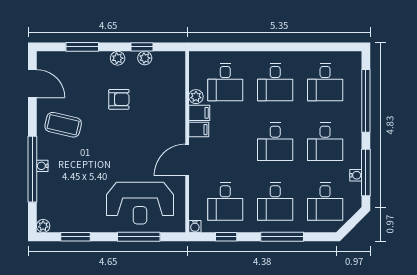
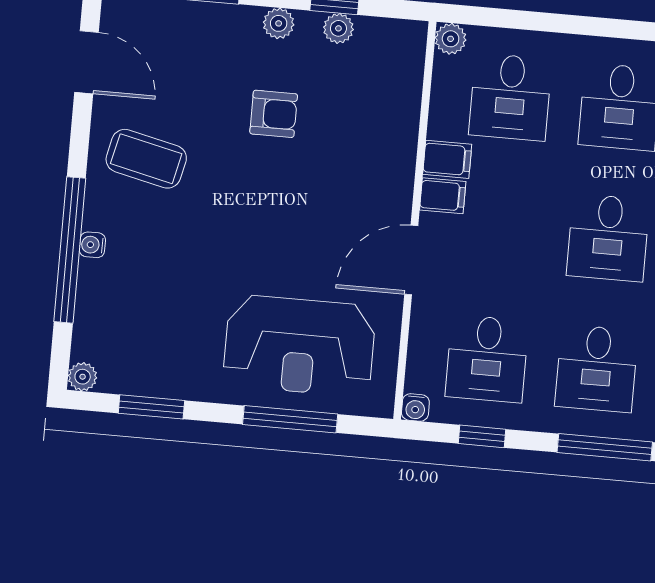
plant: (196, 97) -> (451, 39), moved

